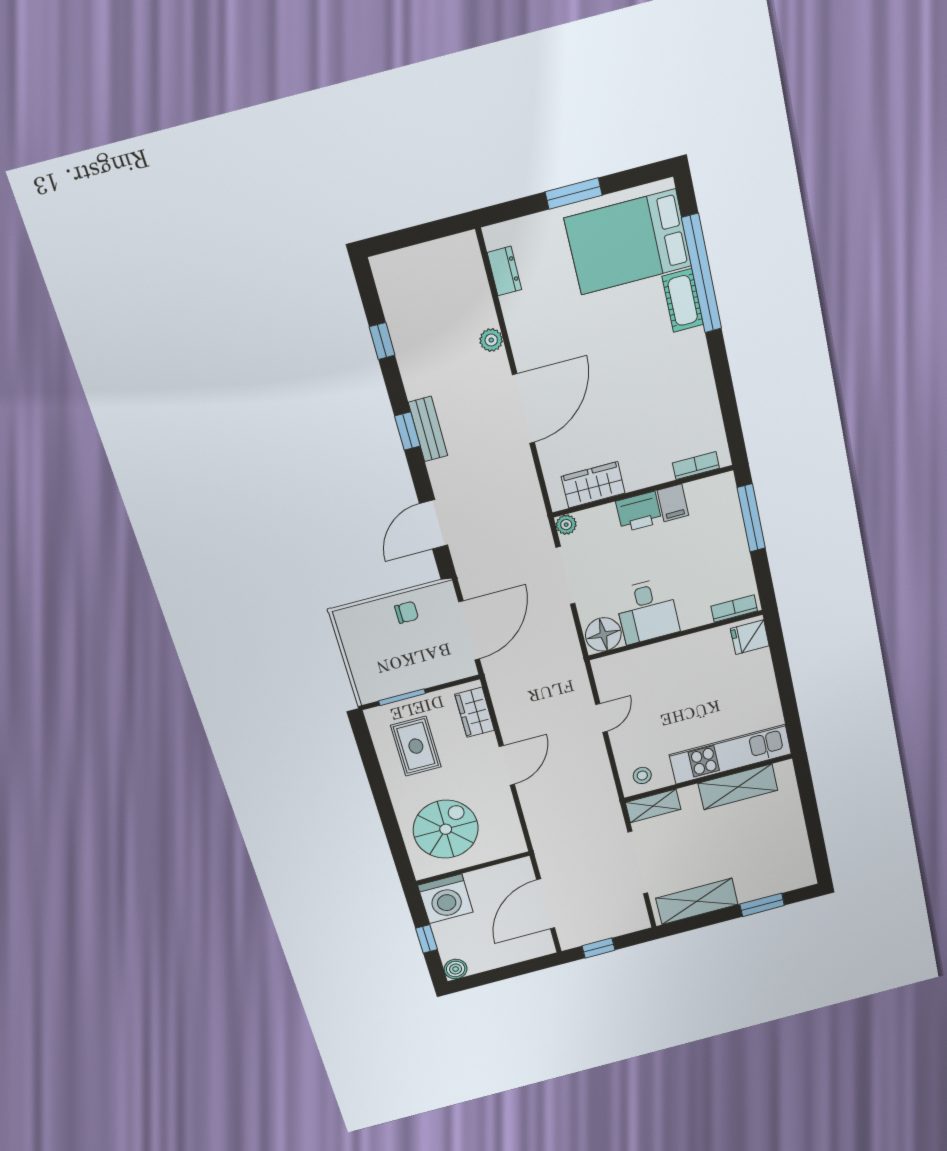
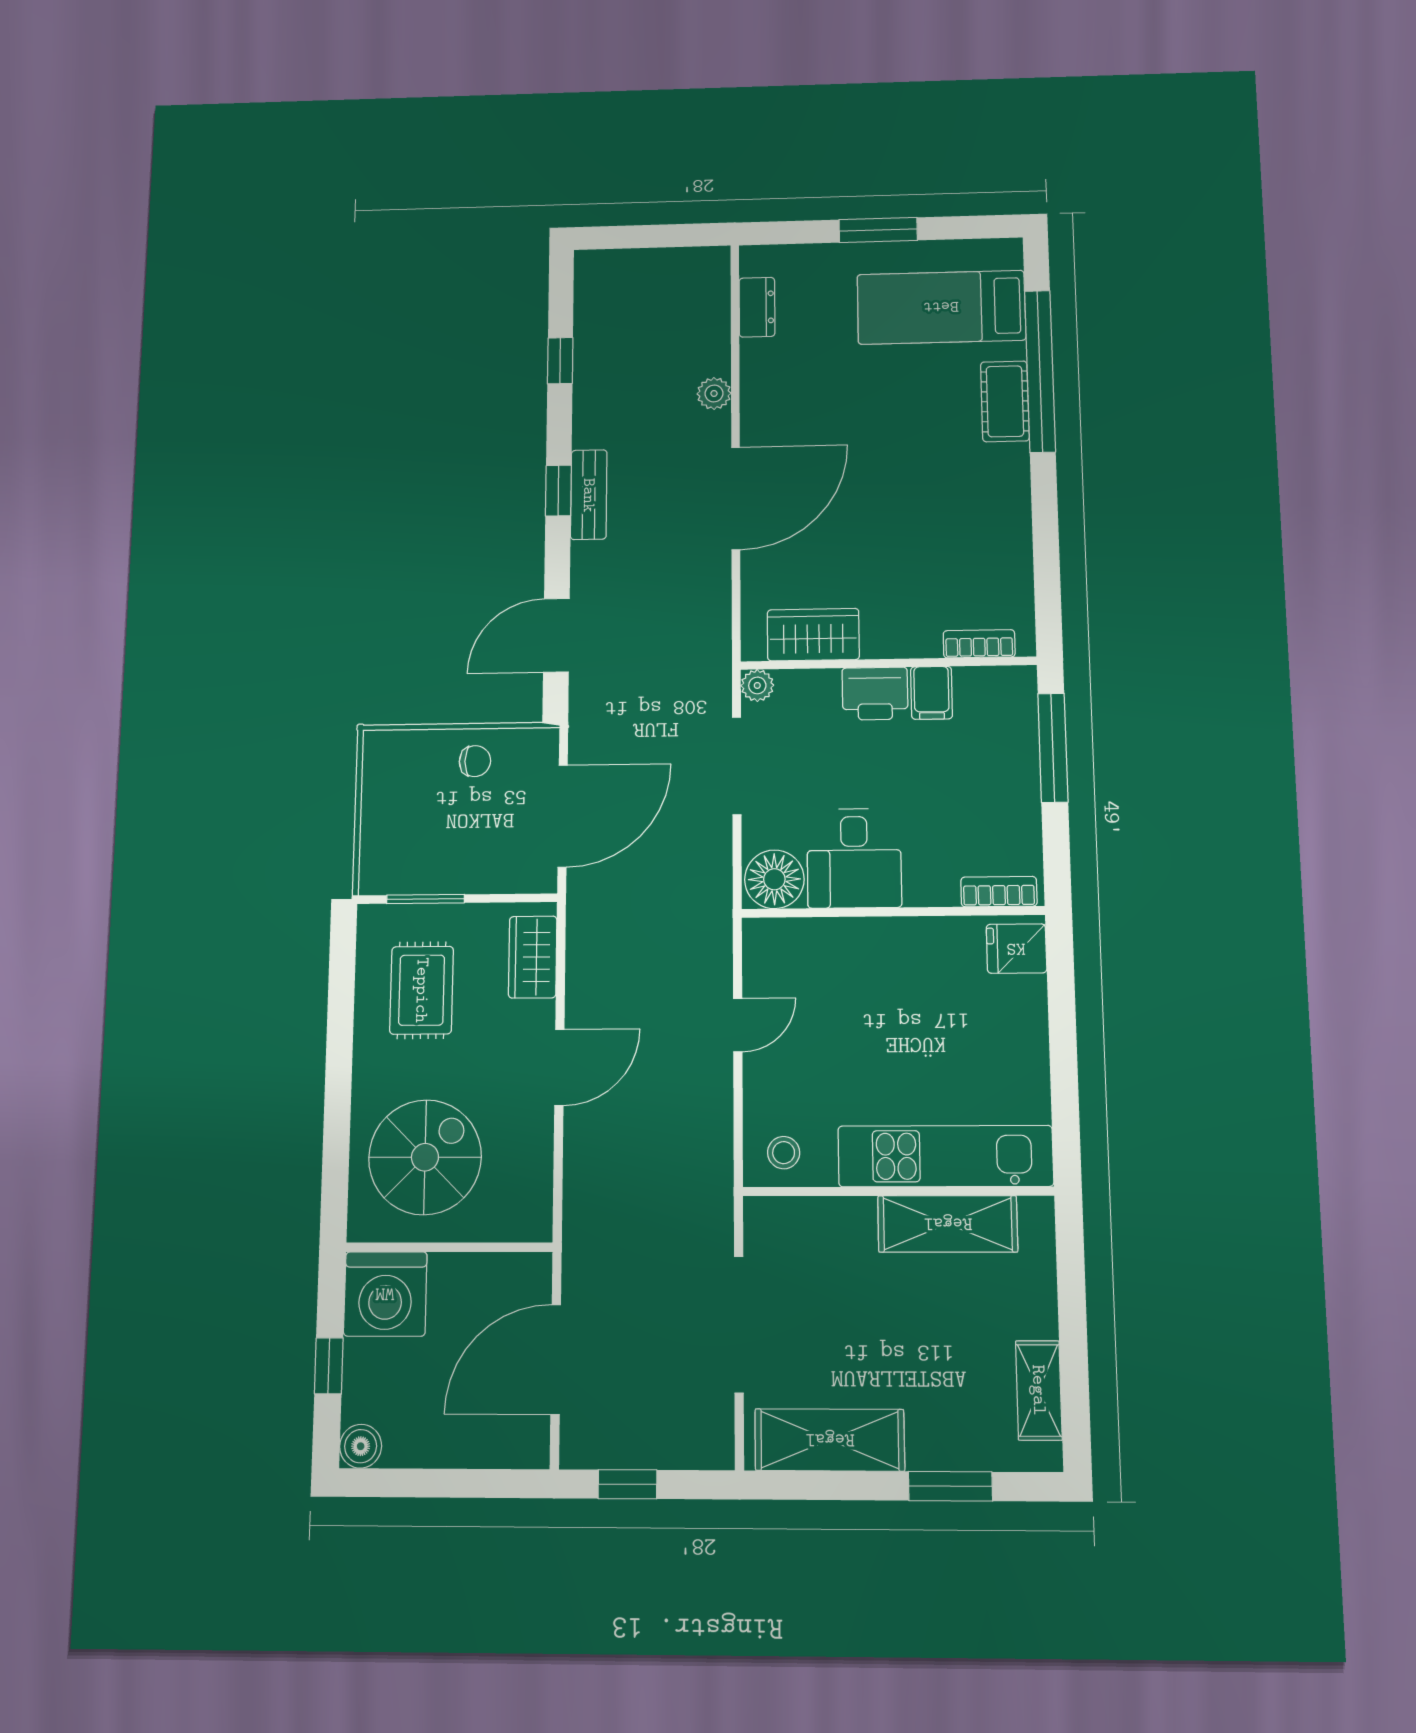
bed: (628, 242) -> (941, 307), width x0.67
shelving: (653, 806) -> (1039, 1390), moved, turned 90

